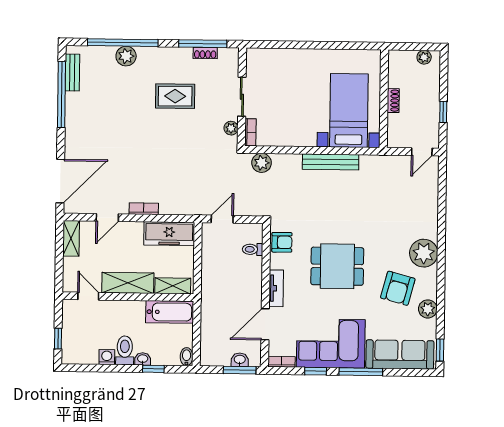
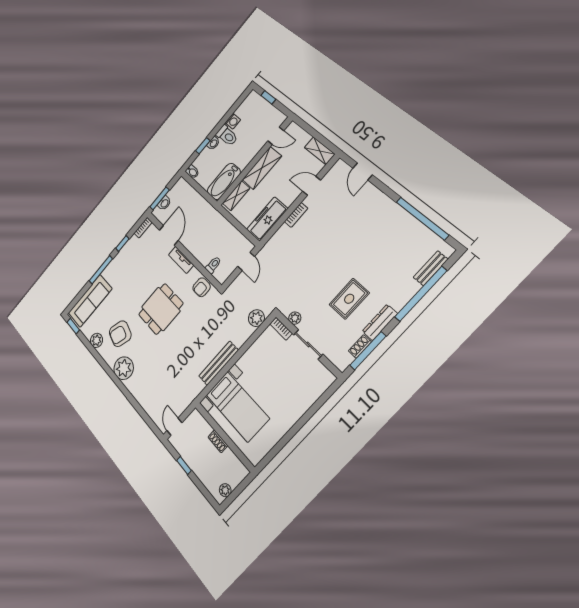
dresser: (172, 54) -> (380, 322), added
plant: (126, 56) -> (409, 288), removed
bench: (72, 73) -> (431, 268), moved, turned 90
door: (60, 181) -> (363, 171), width x0.53
door: (107, 218) -> (312, 186), hinge flipped
armchair: (398, 288) -> (120, 334), turned -88
corner sofa: (331, 344) -> (128, 266), removed

